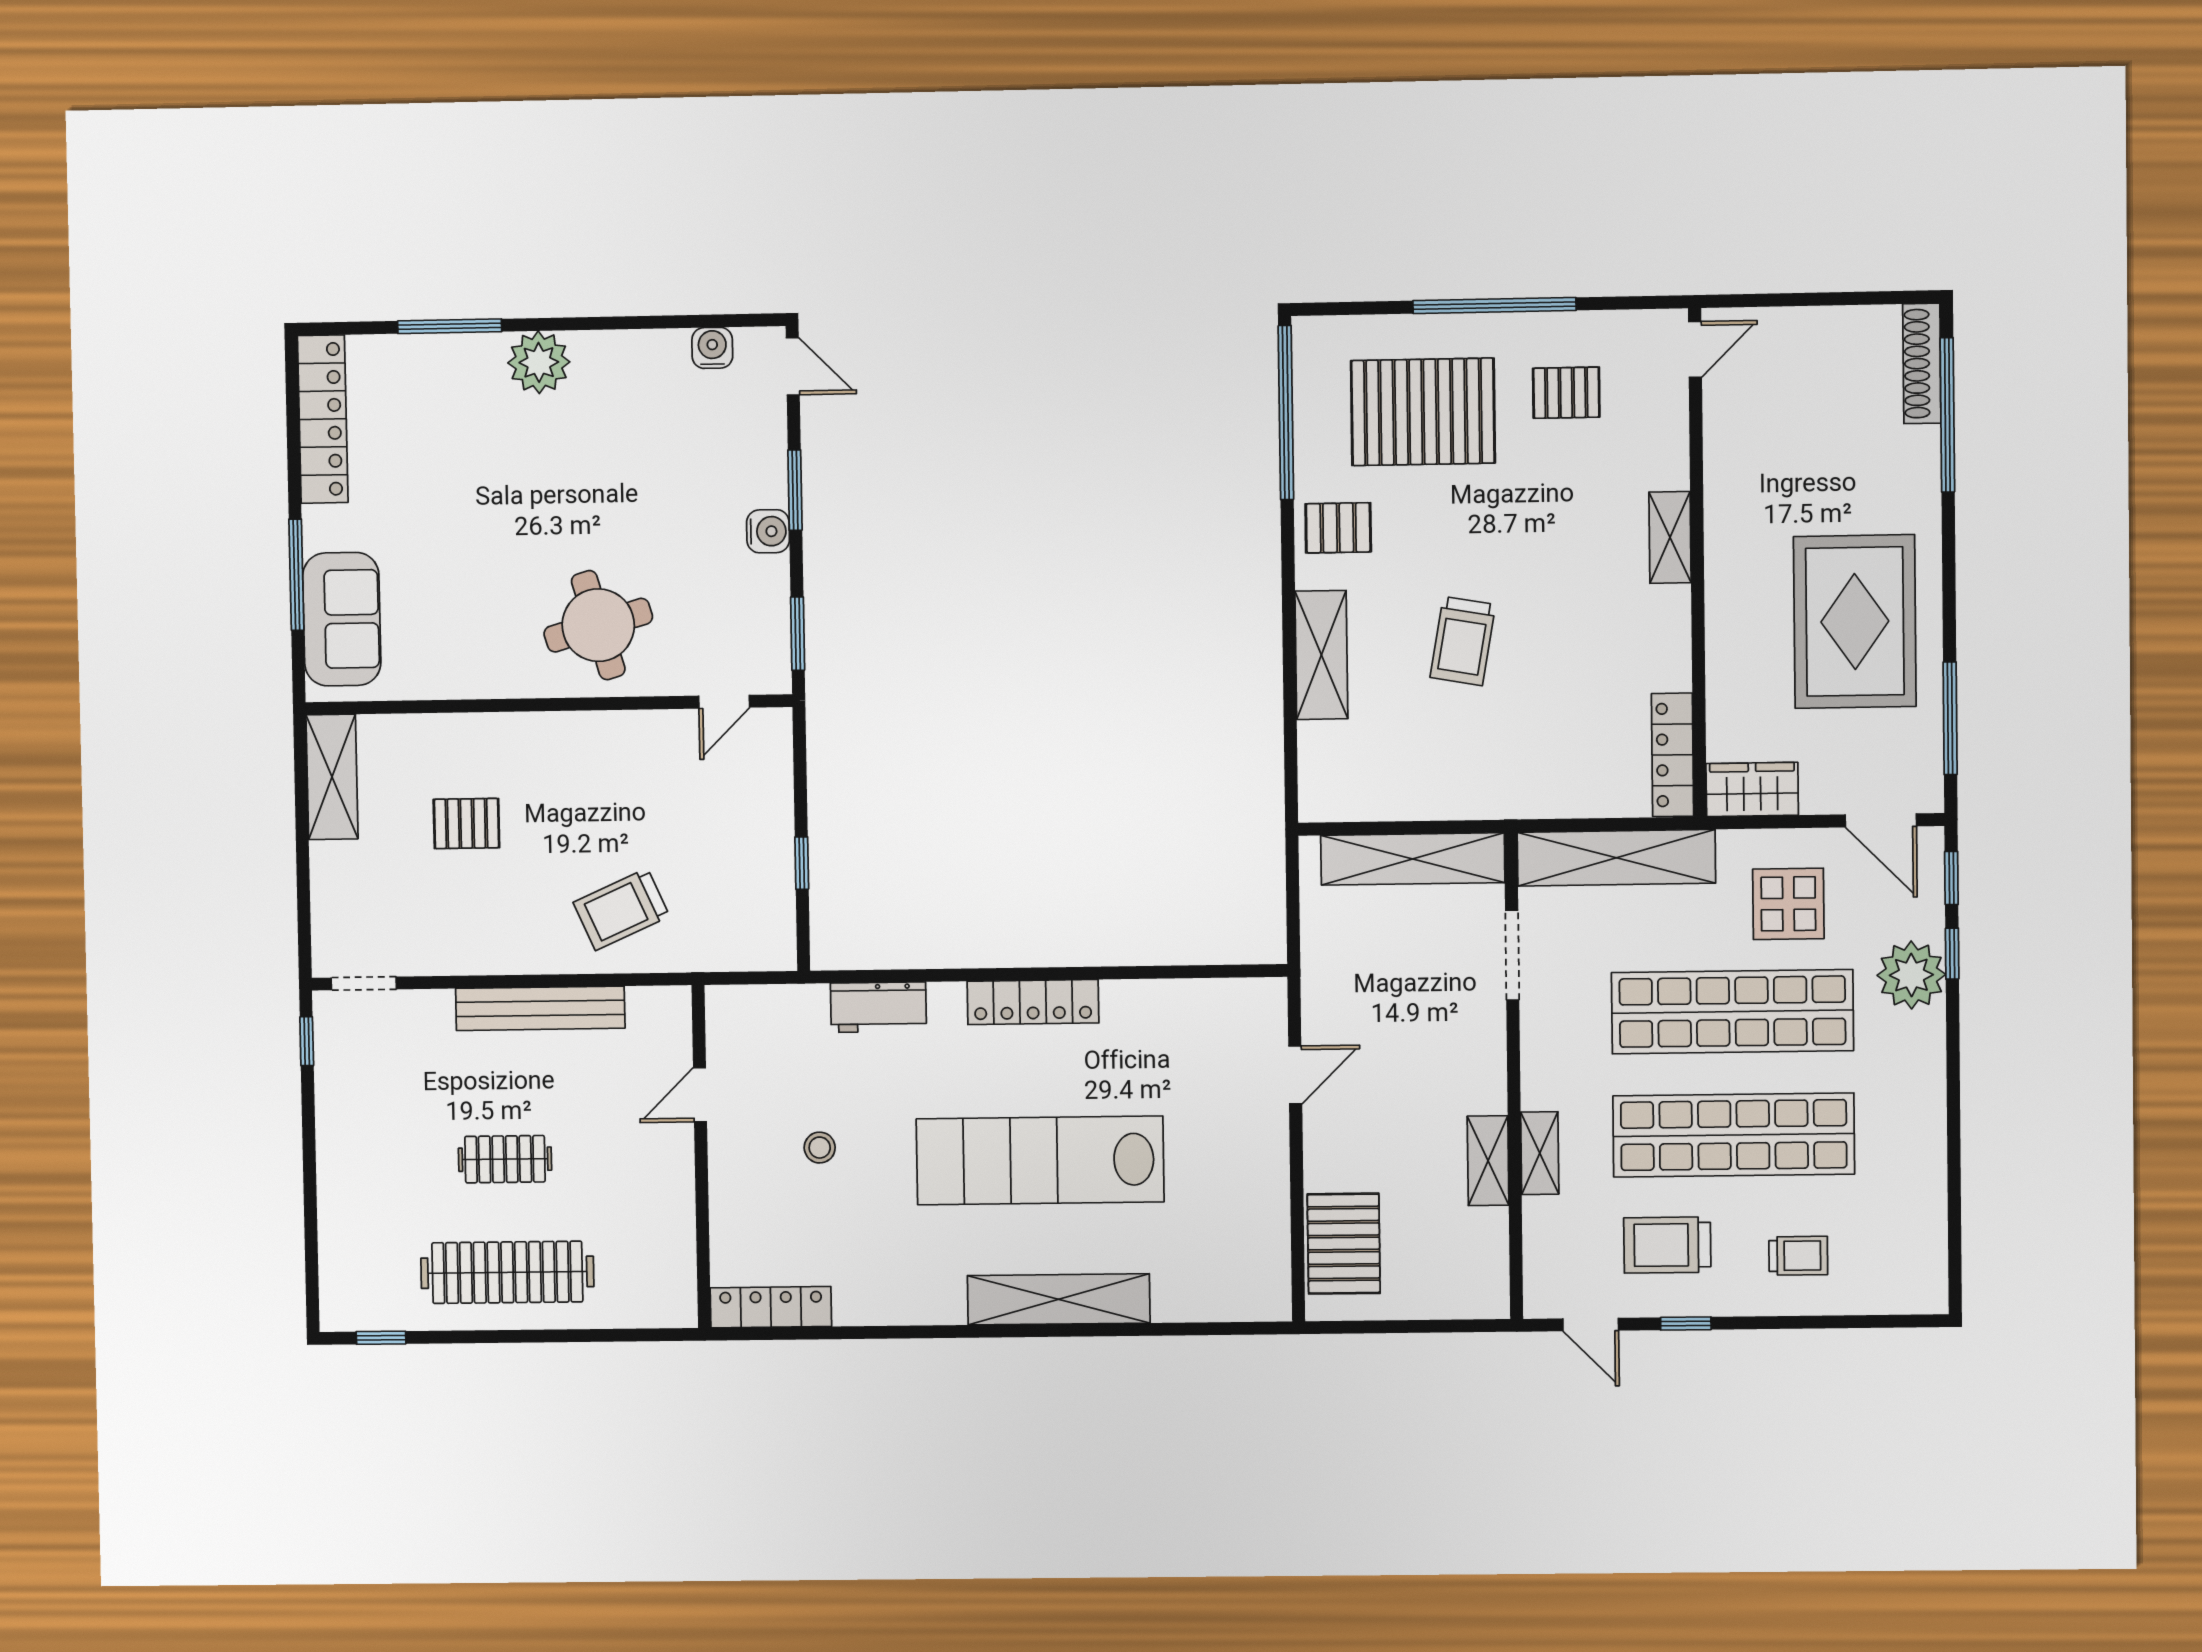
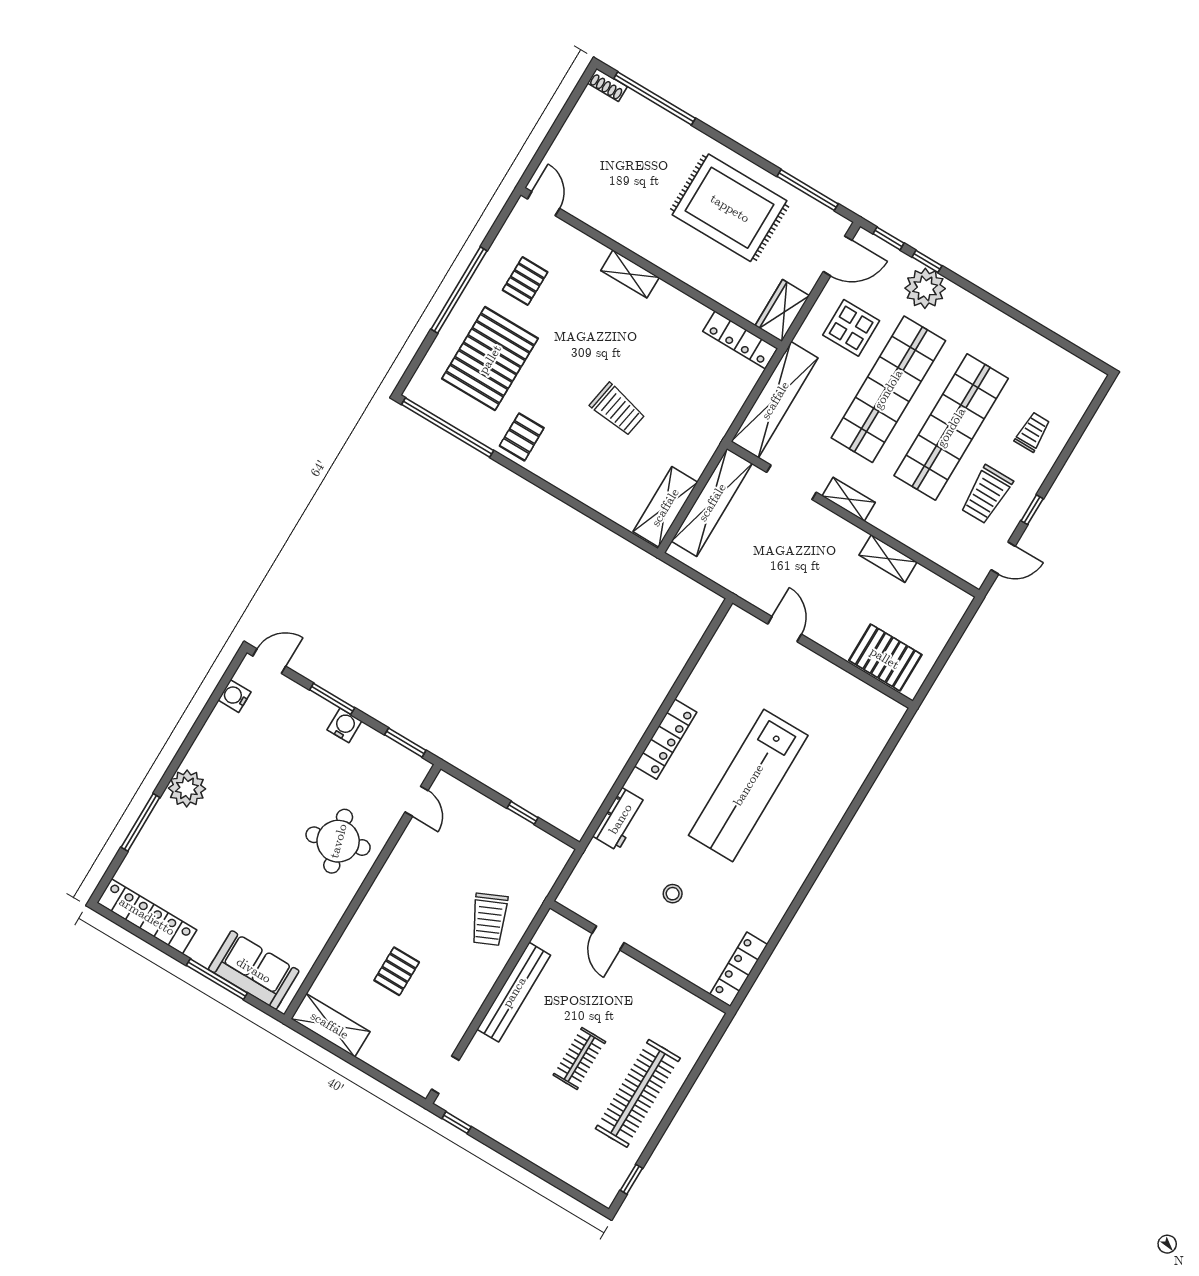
shoe rack: (1922, 364) -> (607, 85), width x0.51, depth x0.81
shelving: (1321, 655) -> (665, 507), moved, turned 90
shelving: (1540, 1153) -> (849, 499), moved
shelving: (1059, 1299) -> (825, 820), removed

